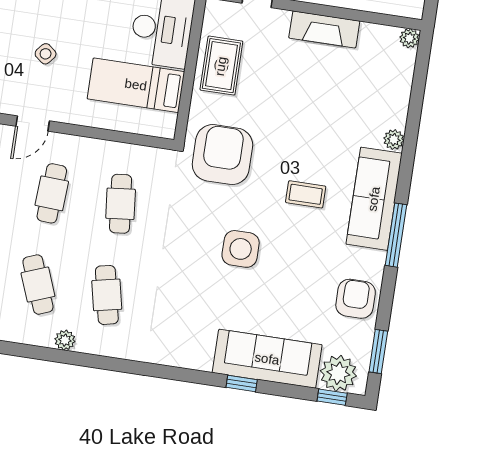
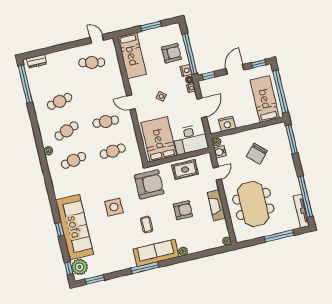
bed: (136, 85) -> (159, 139), width x1.50
armchair: (356, 299) -> (183, 210), moved
sofa: (267, 359) -> (74, 227), width x1.36, depth x1.27

